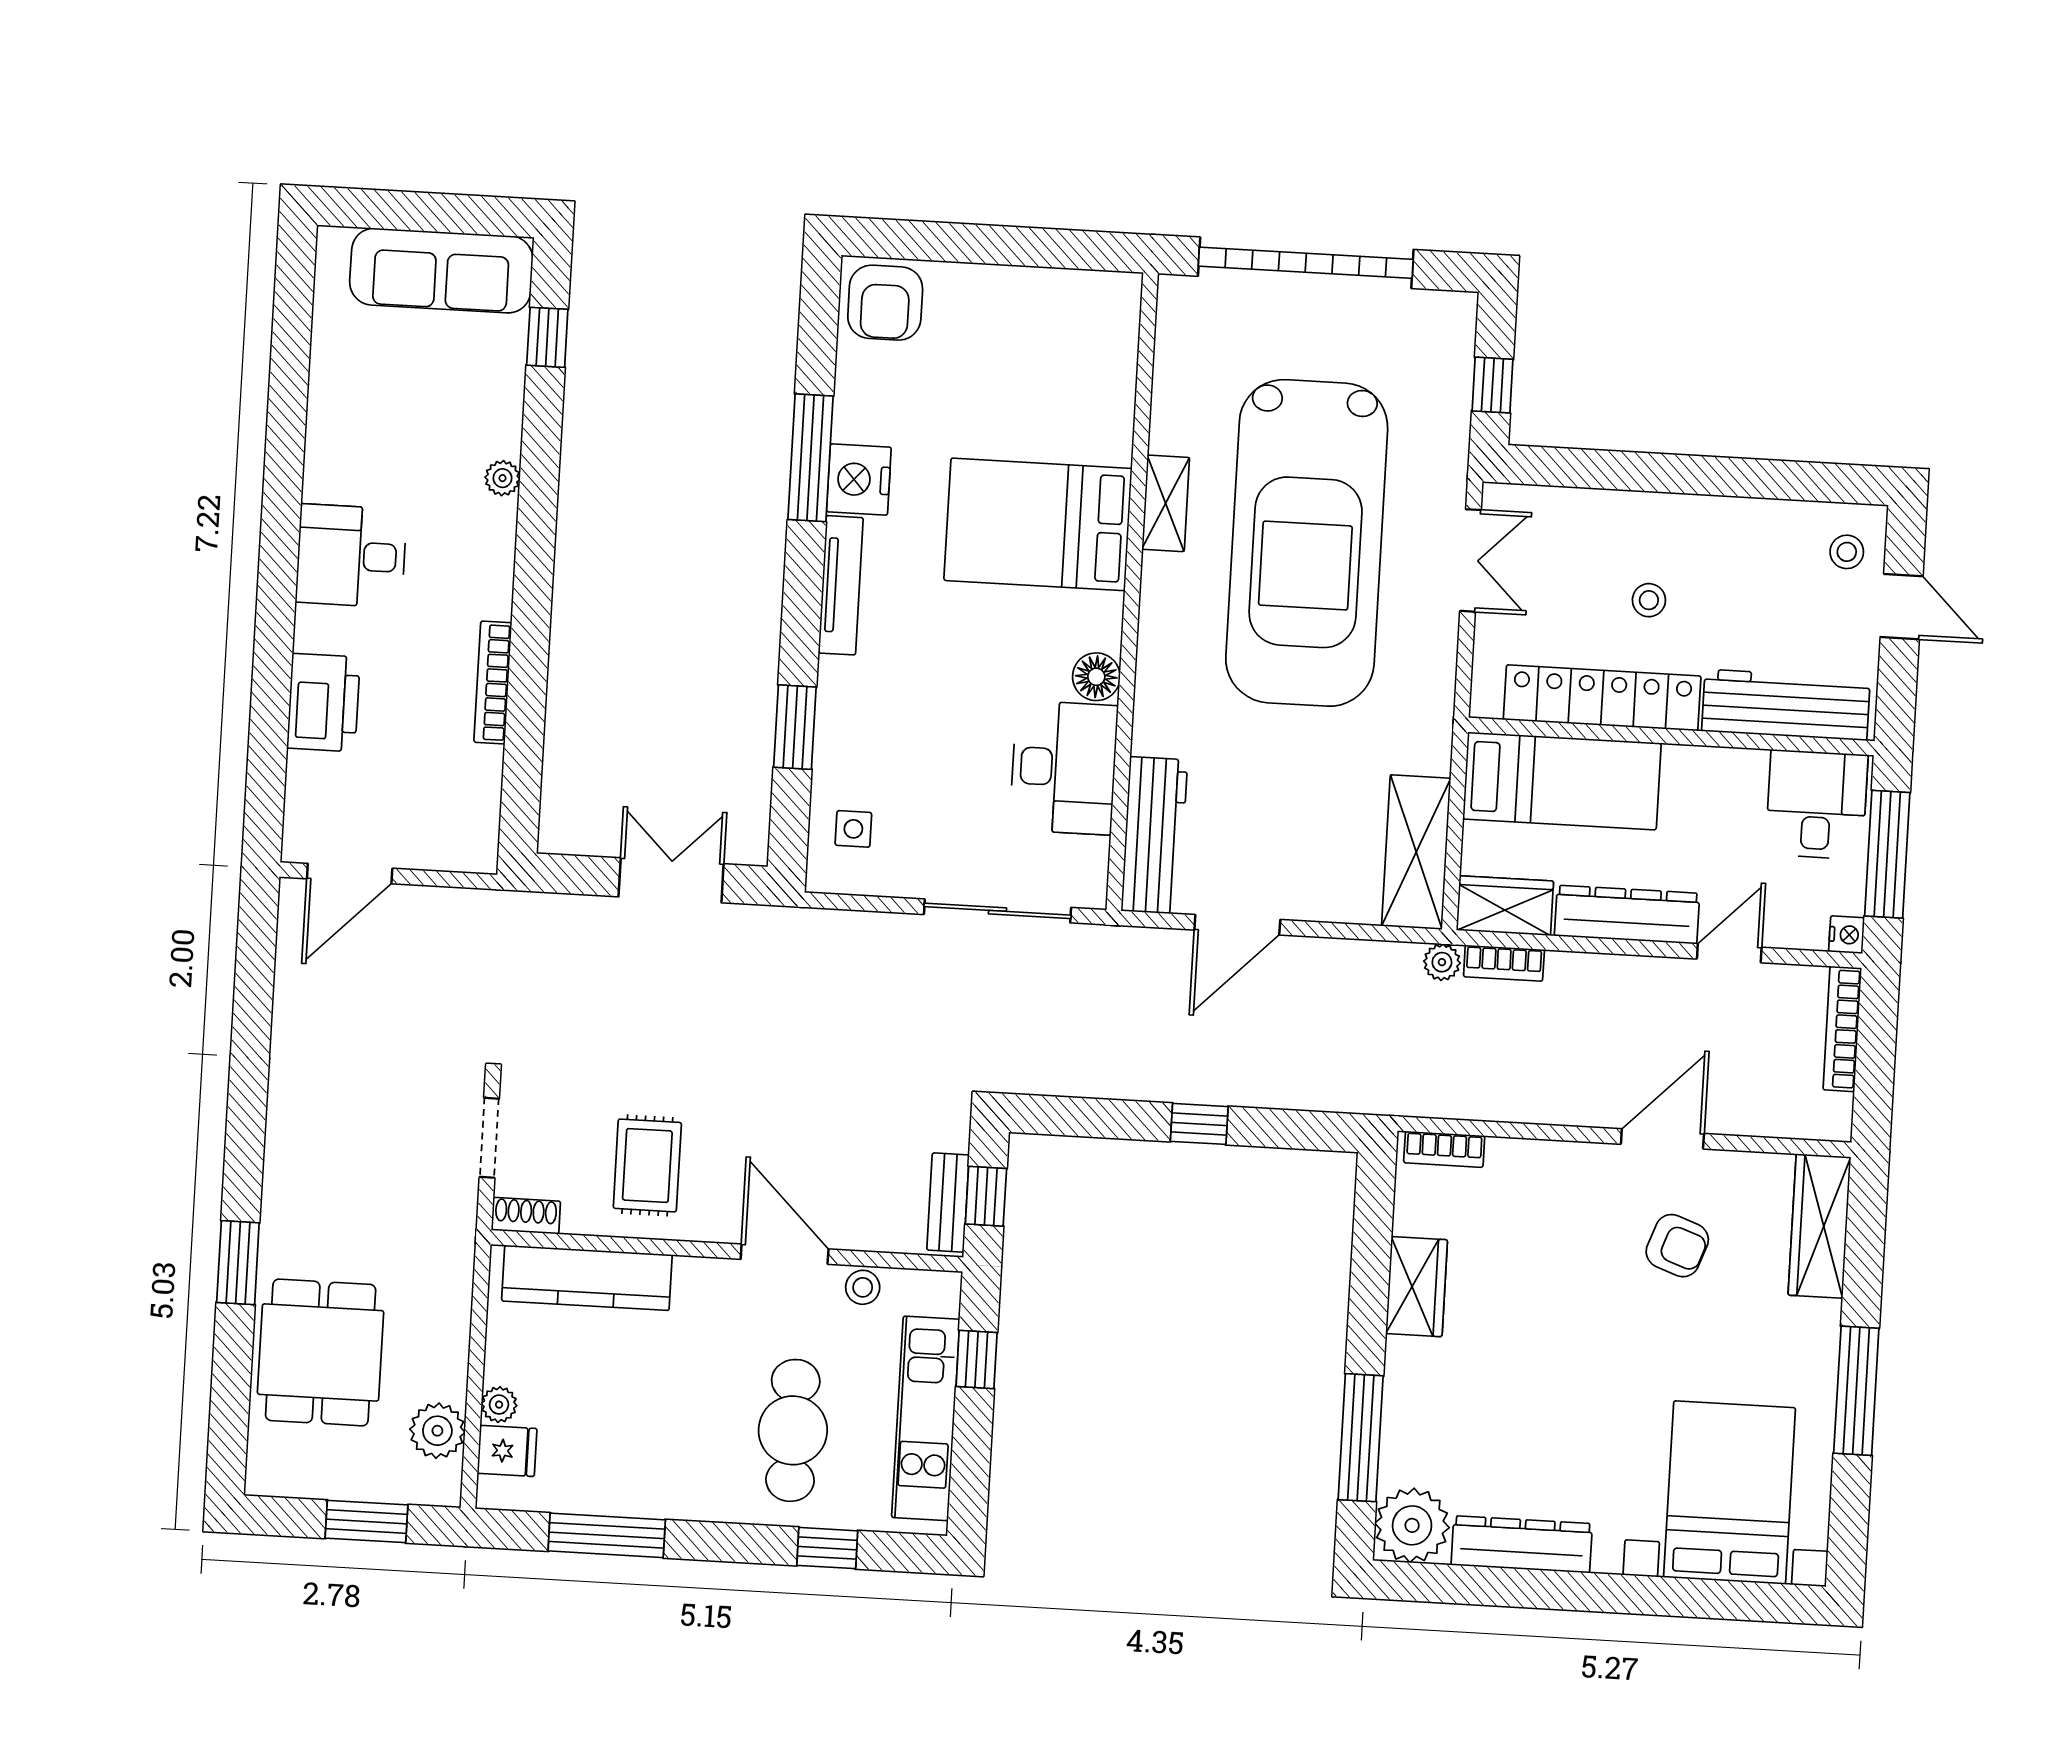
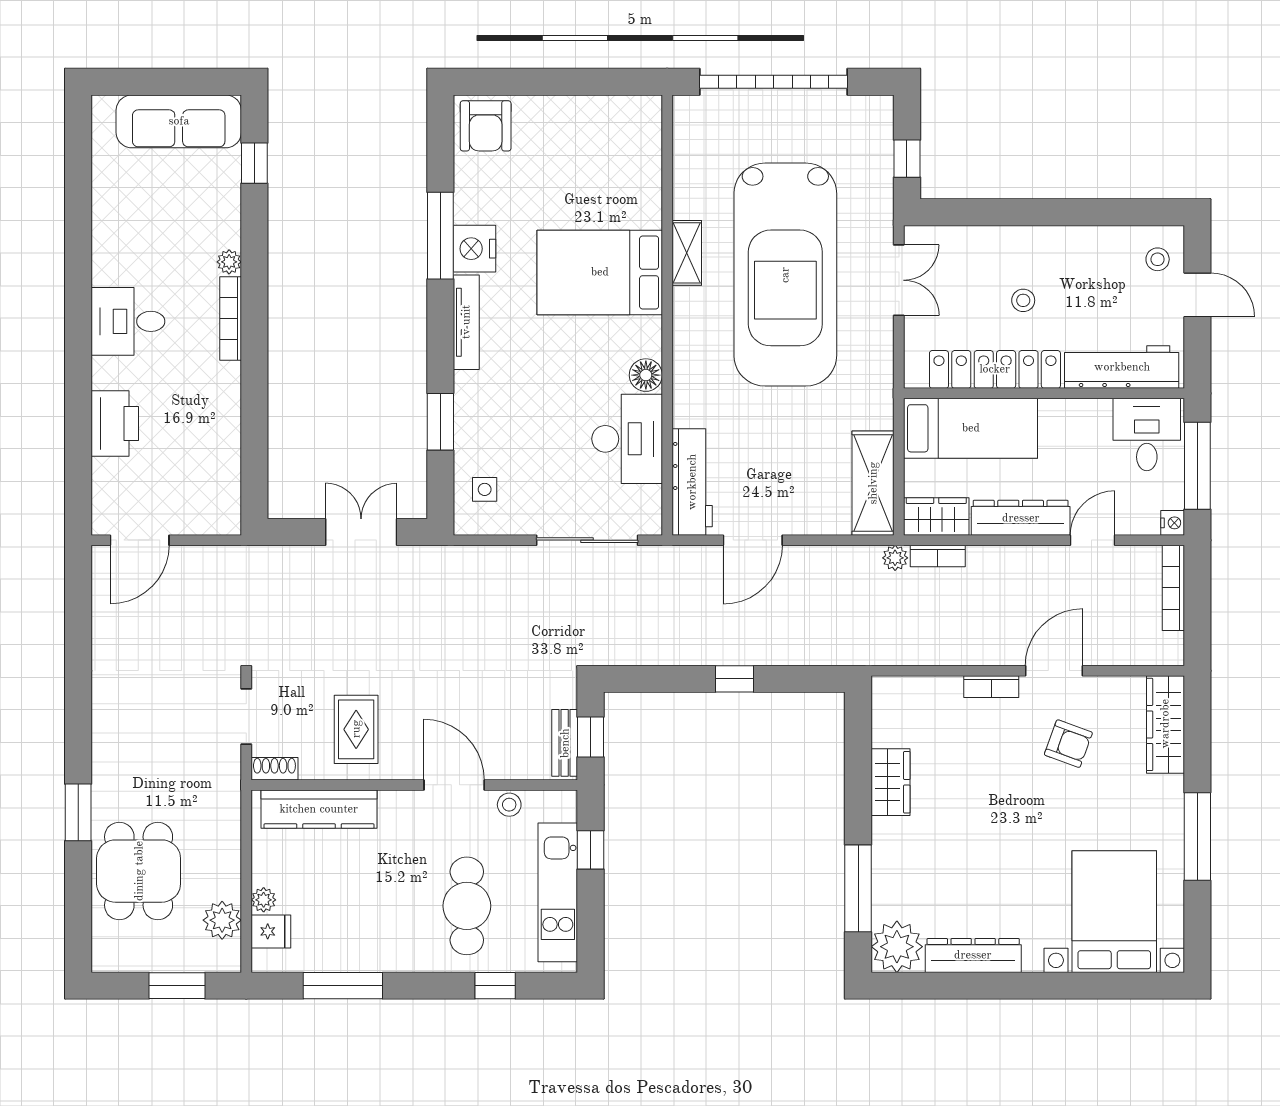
bookcase: (493, 682) -> (231, 319), moved
bookcase: (1444, 1149) -> (991, 687), moved

